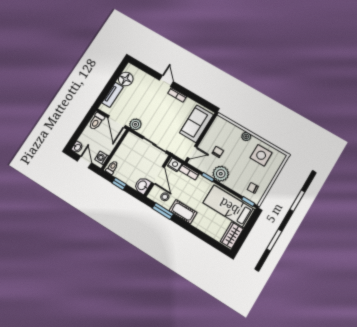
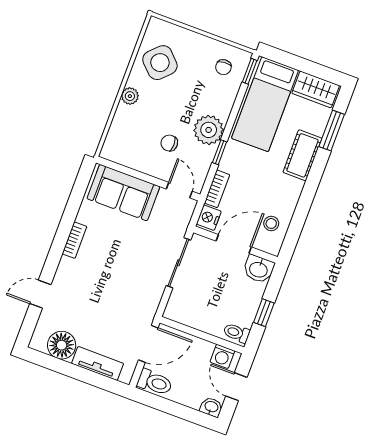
door: (166, 81) -> (40, 294), moved
plant: (135, 124) -> (147, 307), removed
side table: (261, 155) -> (160, 63), turned 45
door: (85, 162) -> (236, 387), hinge flipped
window: (163, 211) -> (332, 131), moved
cot: (183, 212) -> (302, 155), moved

